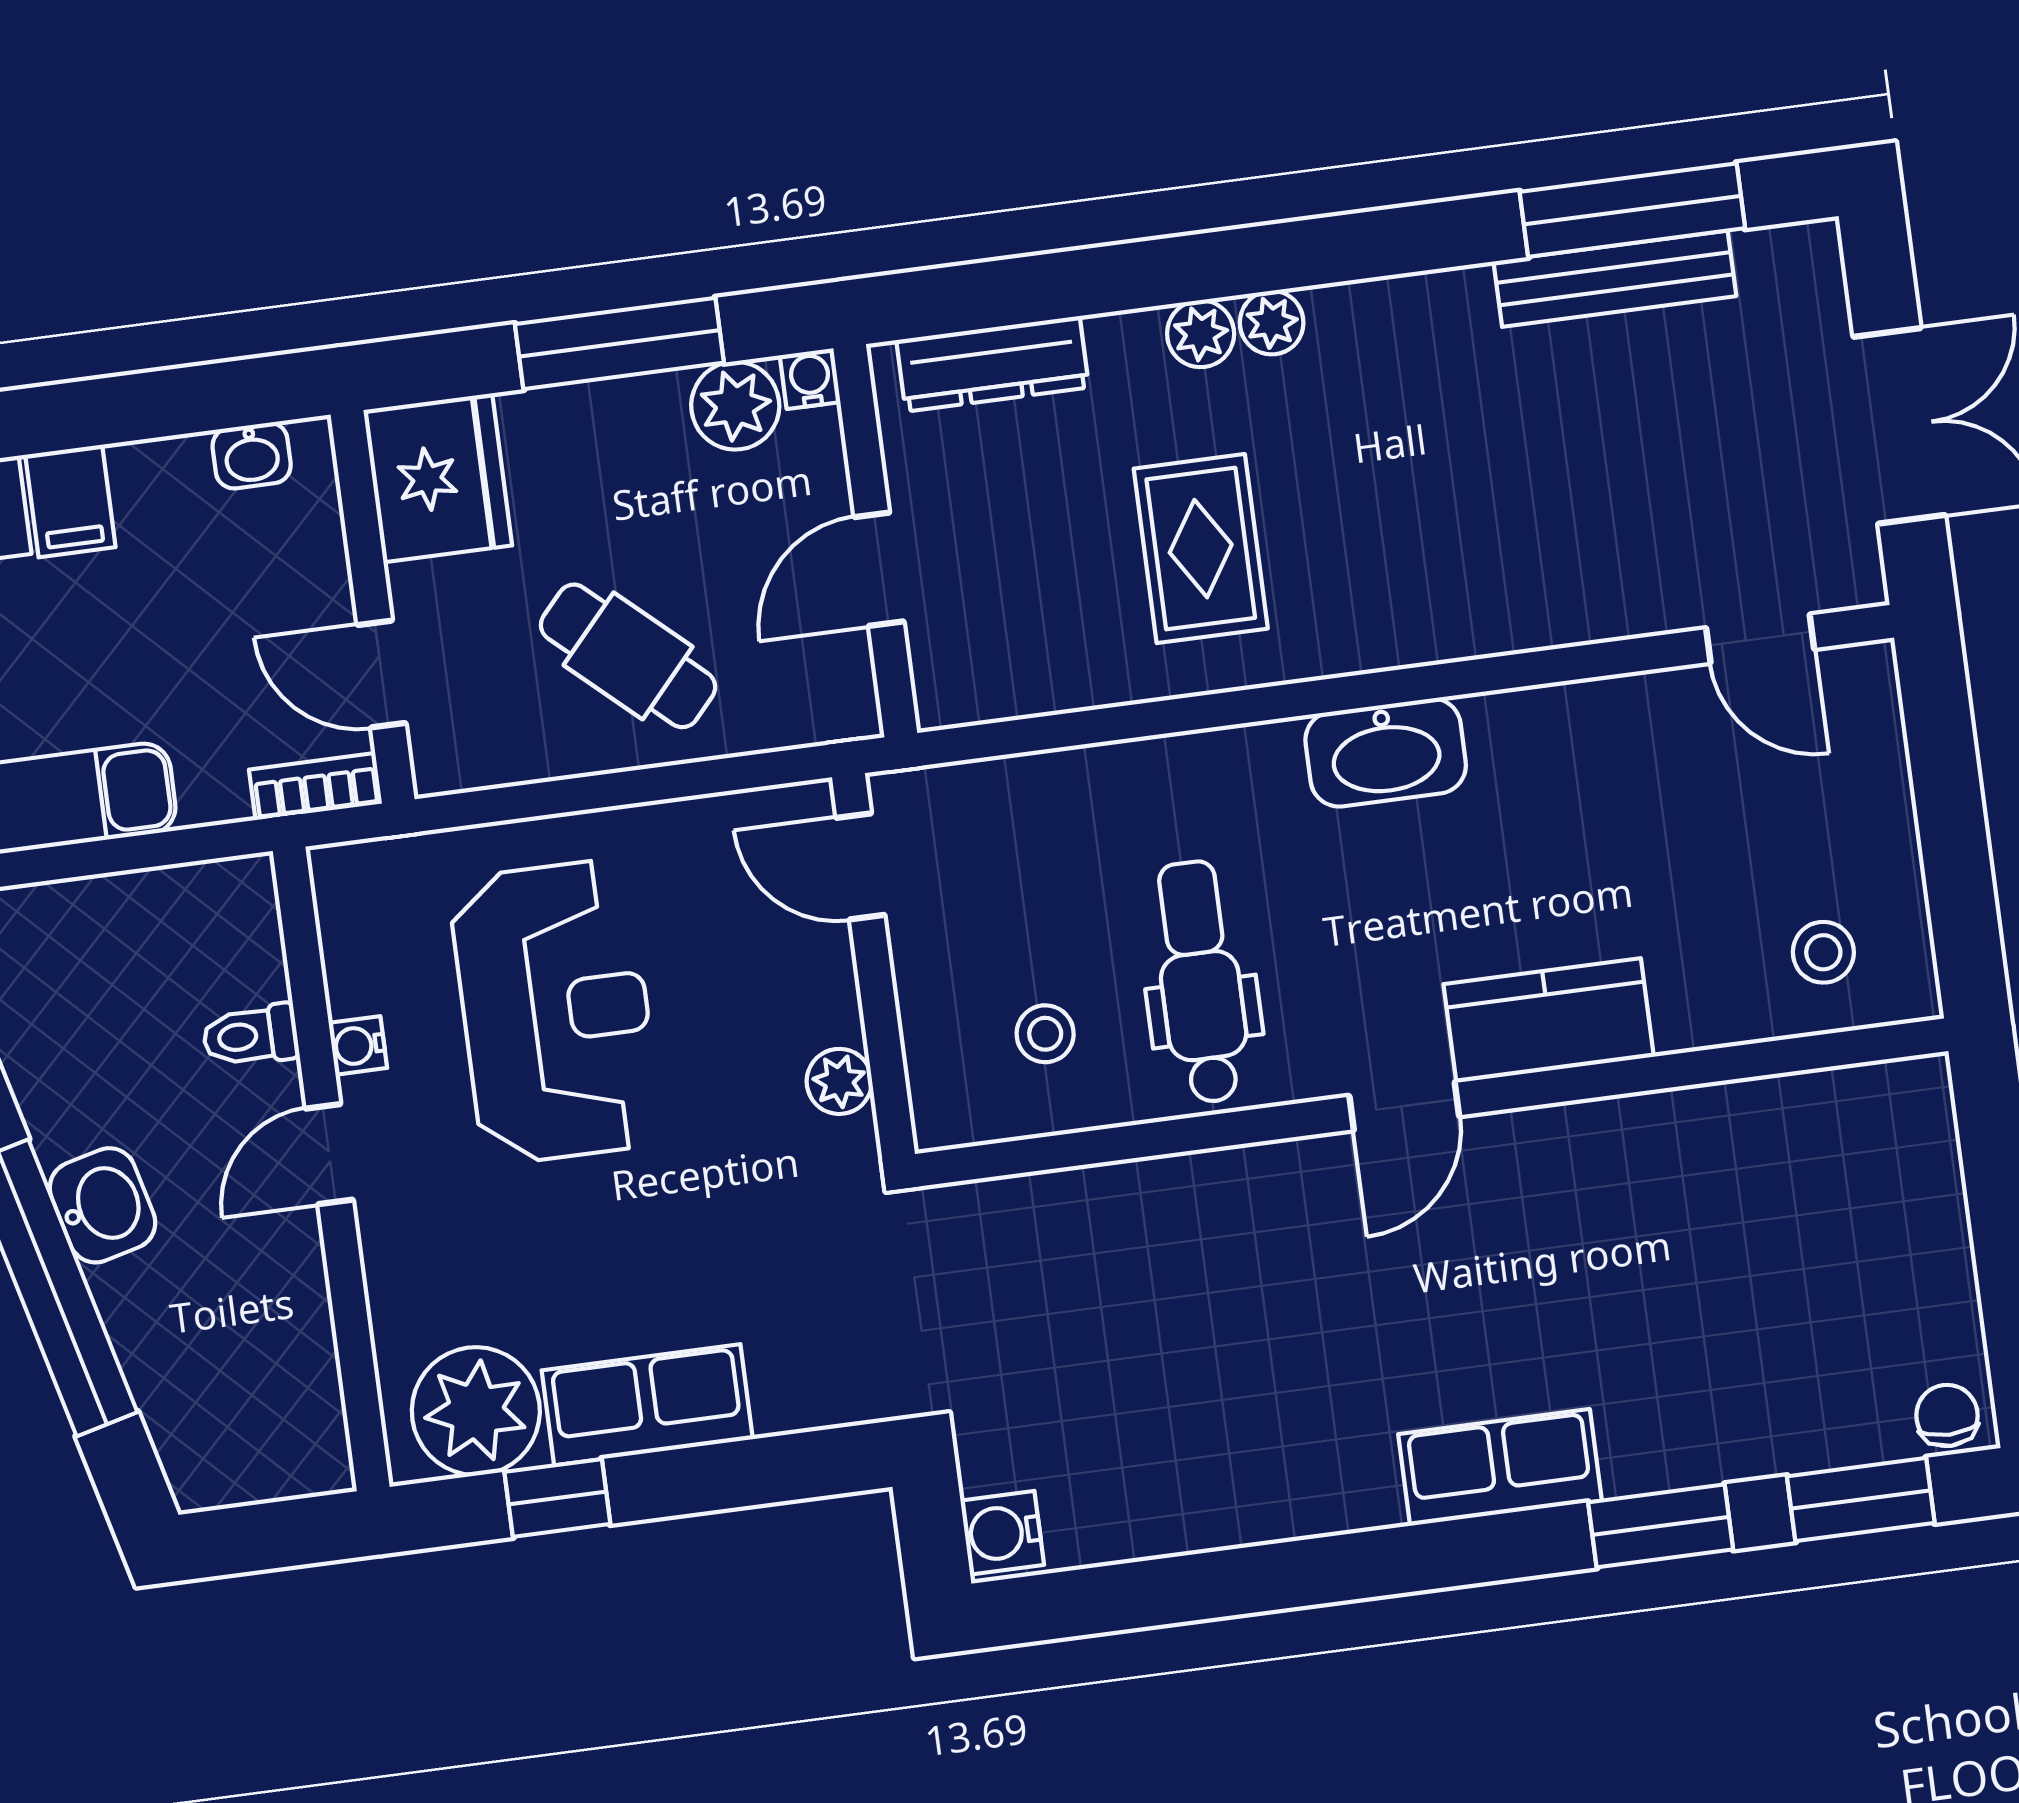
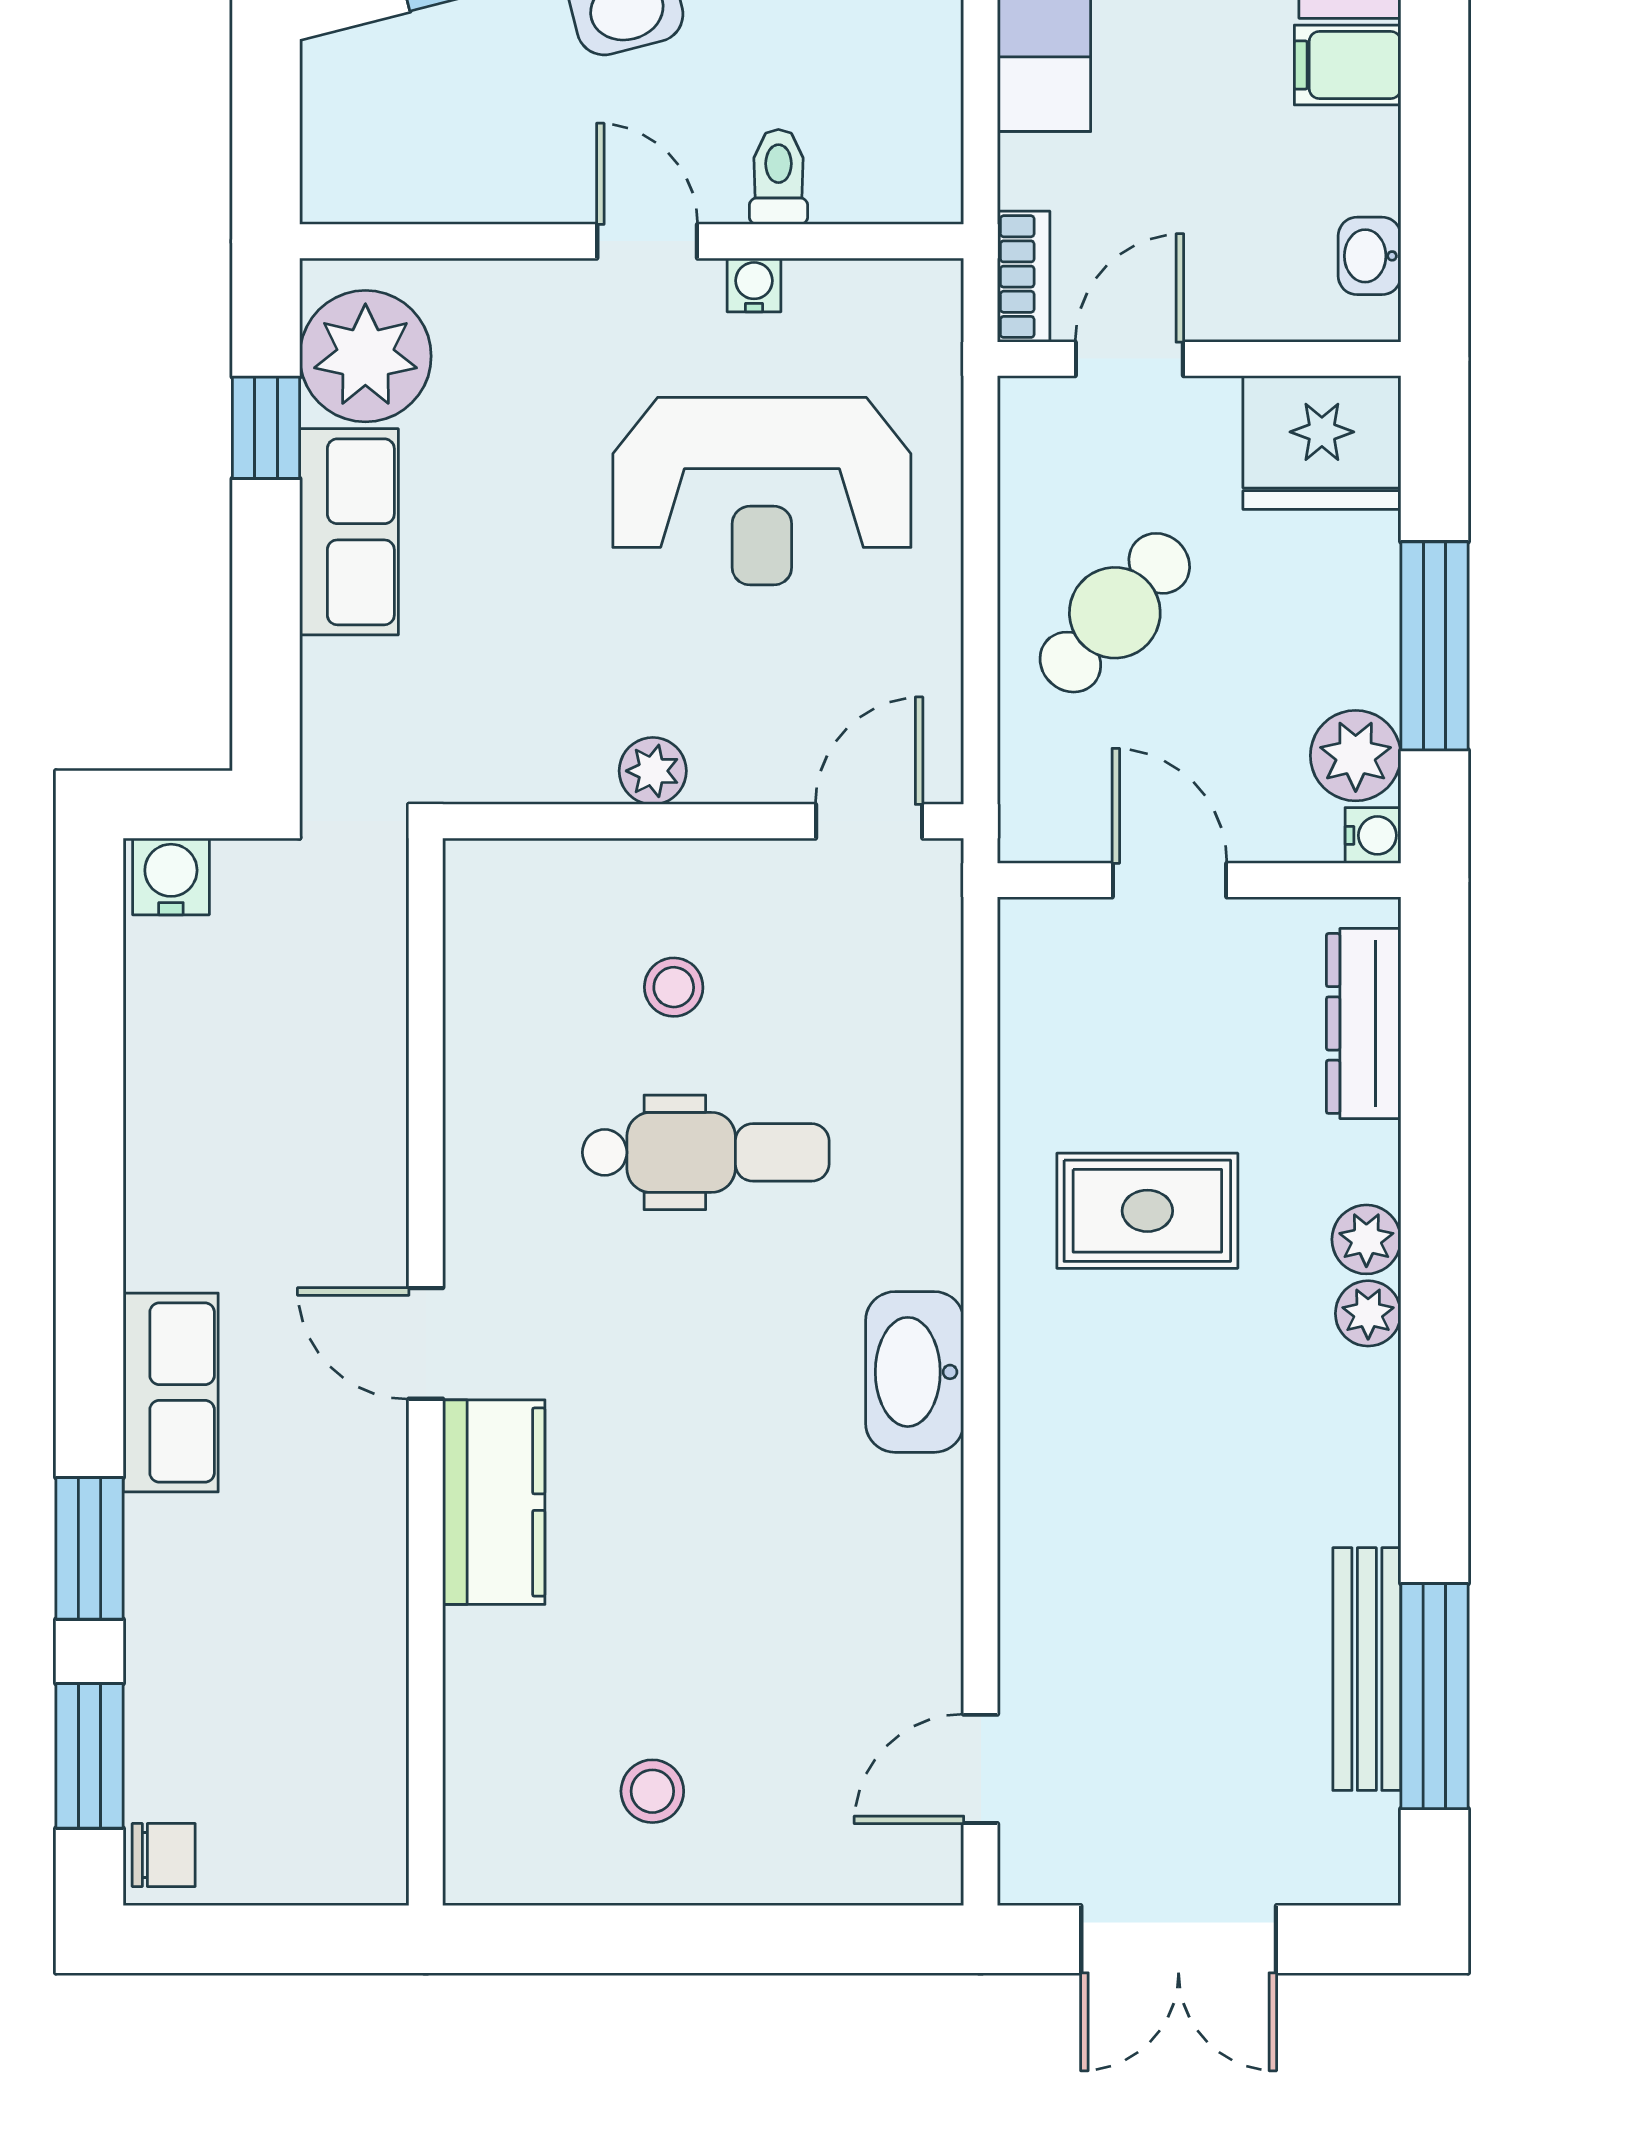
kitchen counter: (1549, 1020) -> (494, 1502), moved
wall: (1432, 1102) -> (426, 1372), moved
door: (1404, 1106) -> (426, 1343), moved

